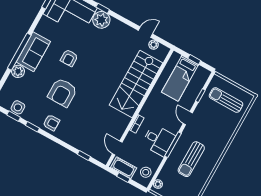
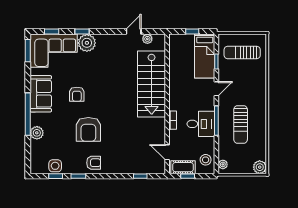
sofa: (33, 52) -> (41, 94), moved
bed: (180, 78) -> (205, 56), moved
door: (188, 118) -> (216, 89), swing flipped

